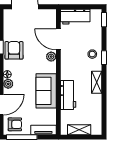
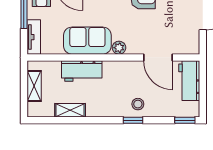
door: (58, 39) -> (158, 57), swing flipped
plant: (51, 57) -> (119, 48), moved
shelving: (97, 82) -> (70, 110), moved

